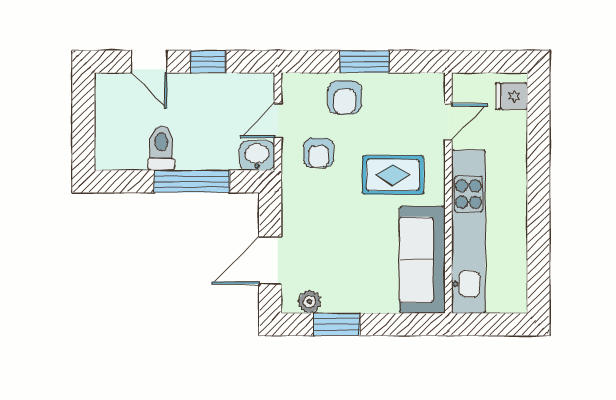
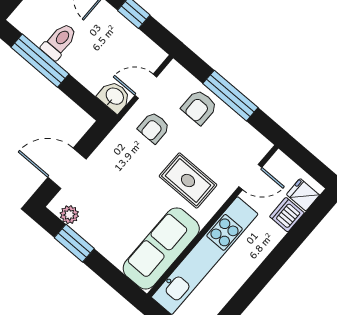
window: (364, 62) -> (230, 96), width x1.44
dishwasher: (513, 128) -> (287, 215), added
window: (192, 181) -> (40, 61), moved

